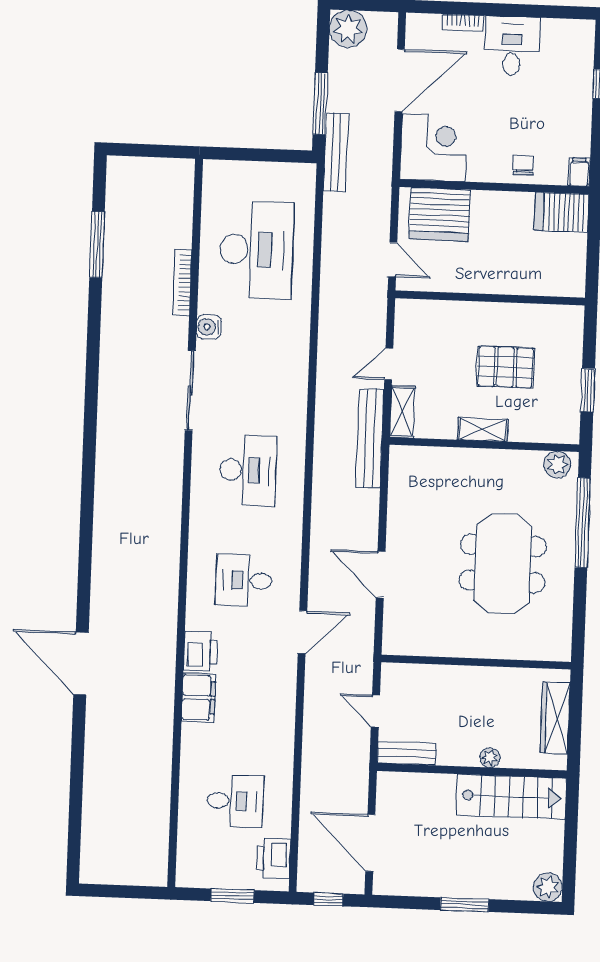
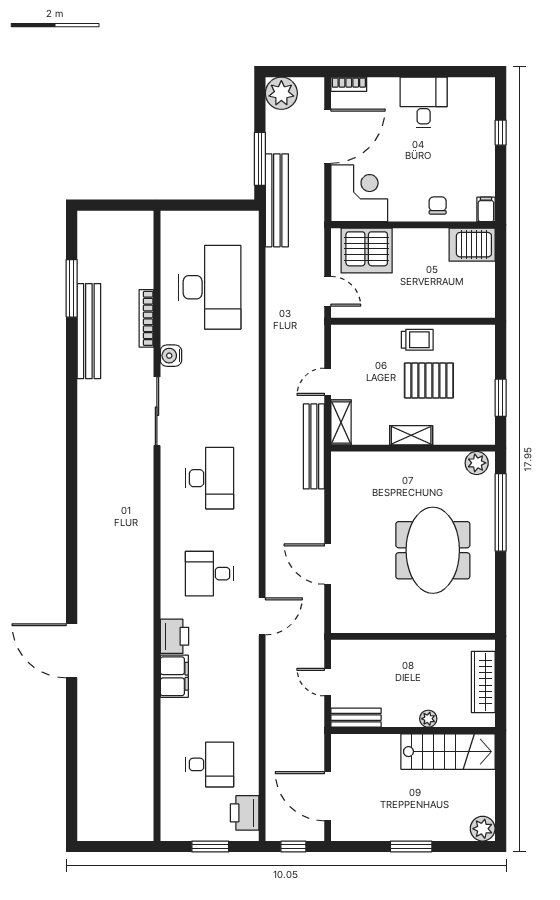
bookcase: (463, 23) -> (349, 84), moved
bench: (336, 152) -> (277, 200), width x1.37, depth x1.21
bench: (115, 295) -> (89, 331), added
trolley: (494, 320) -> (417, 340), added

